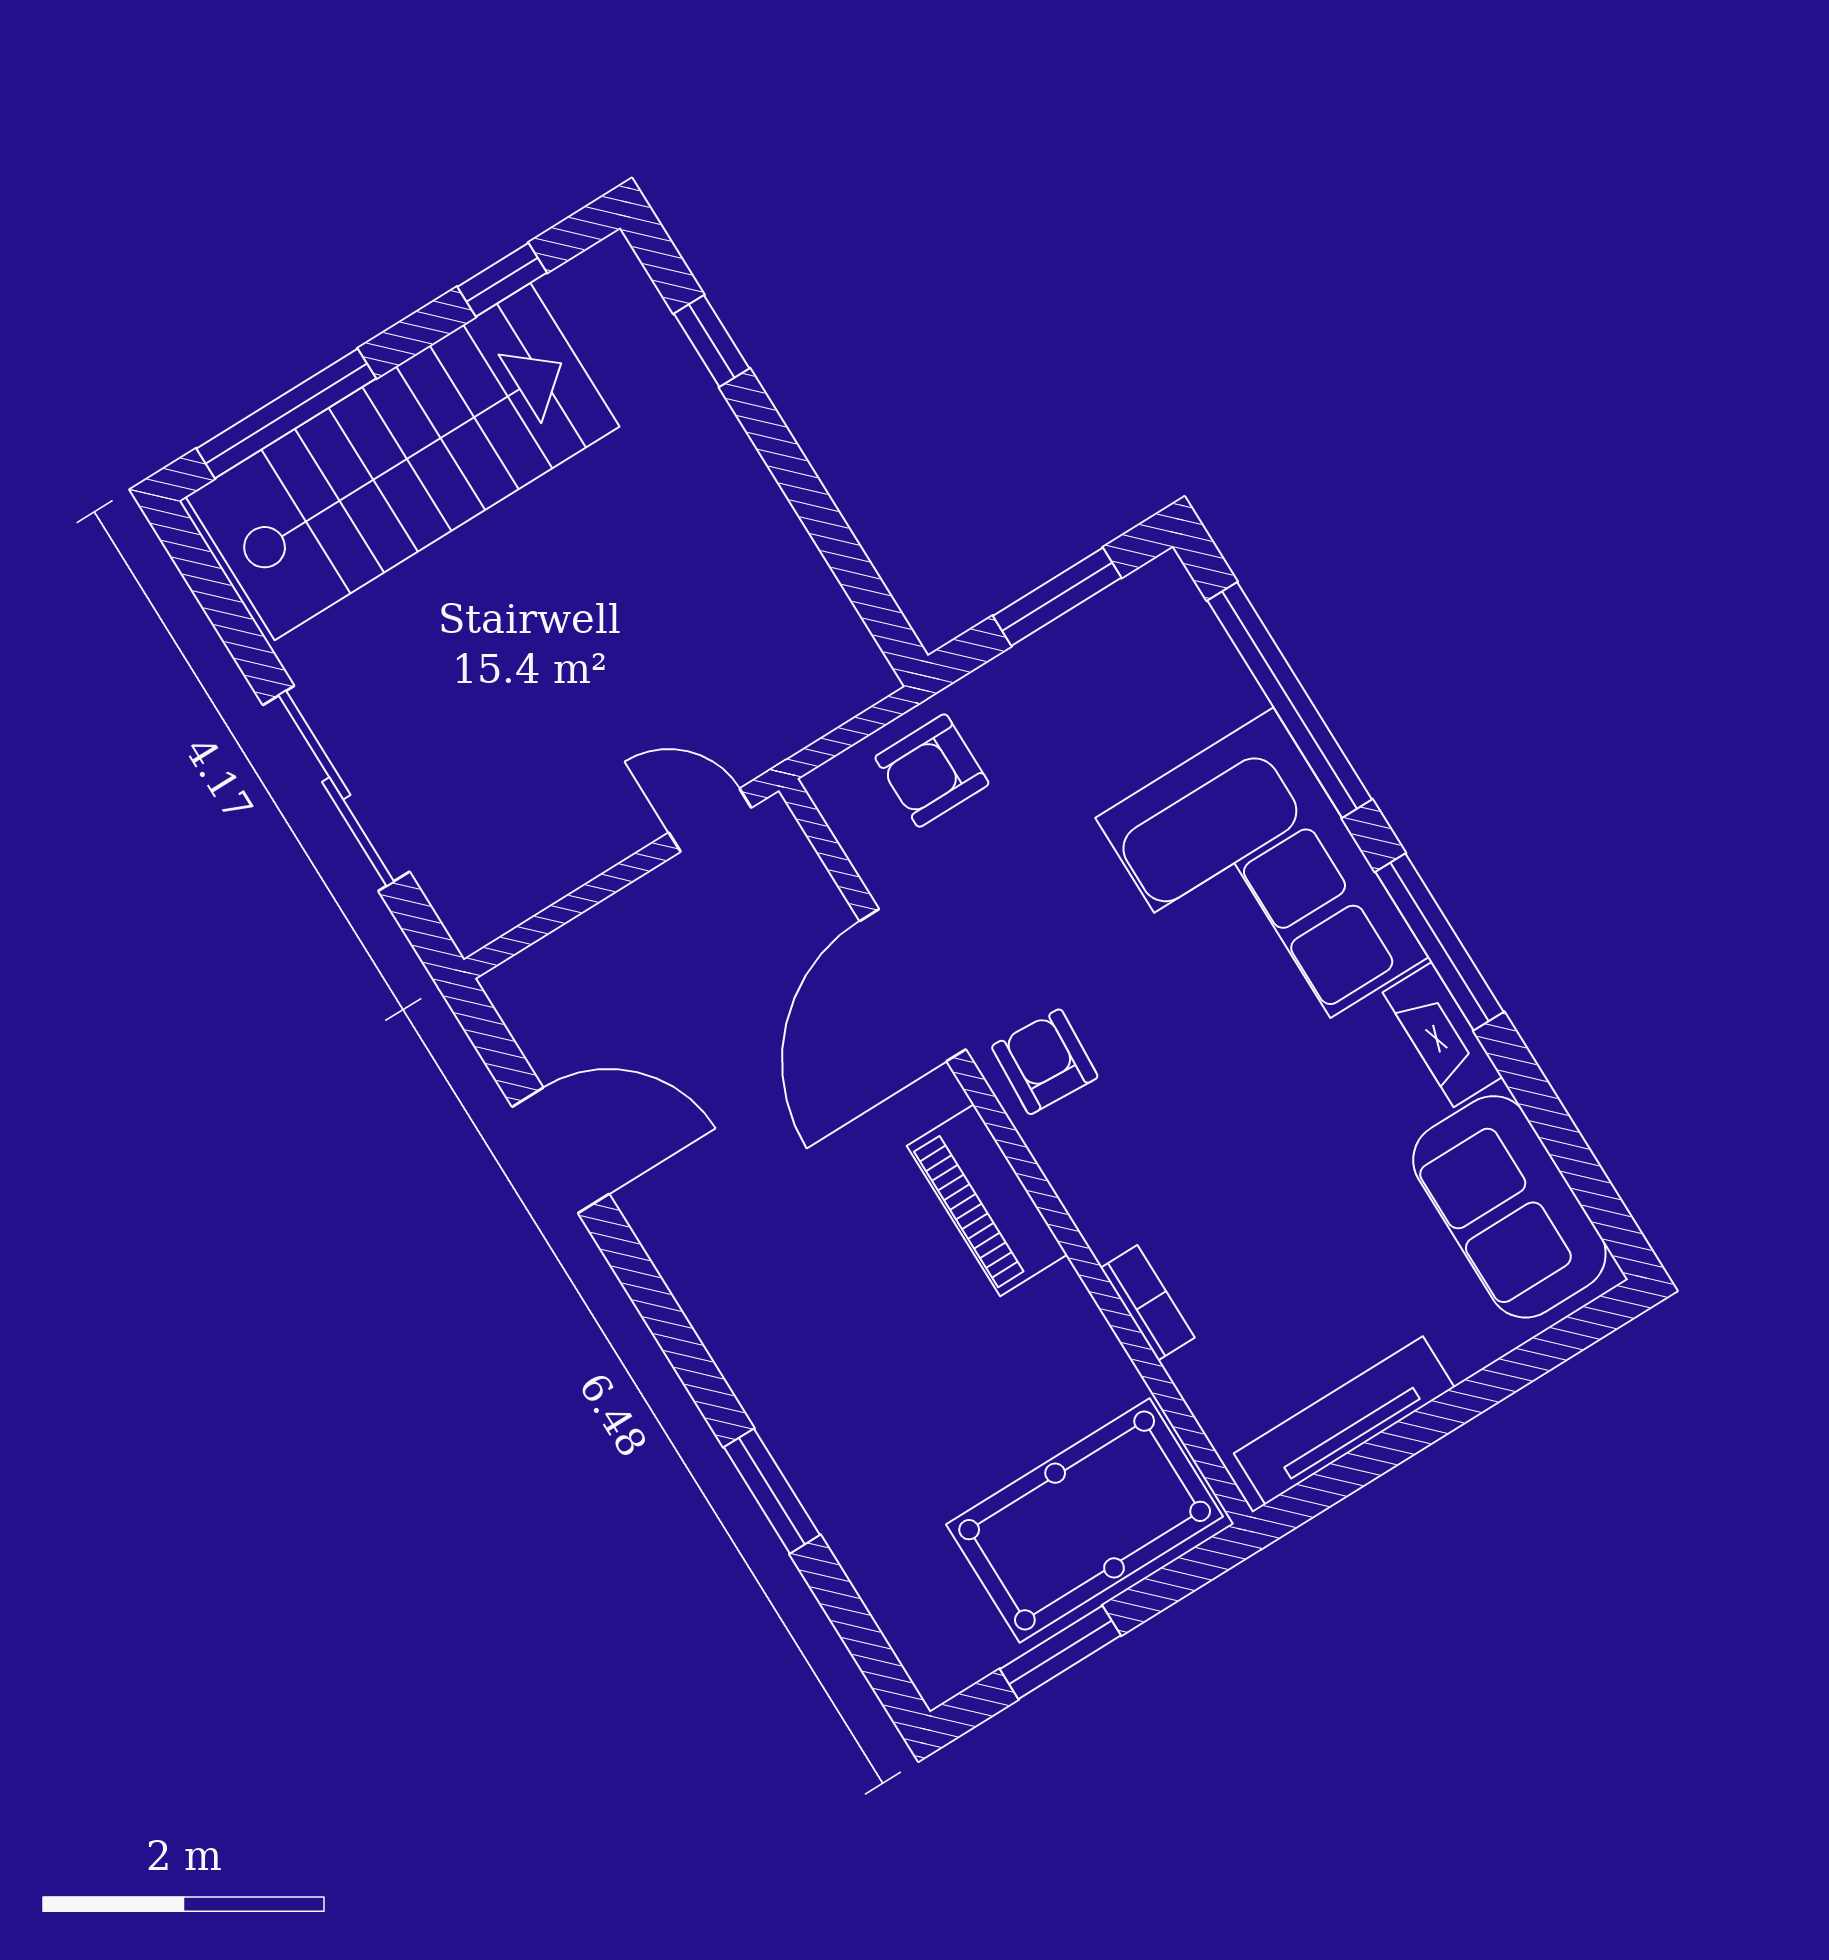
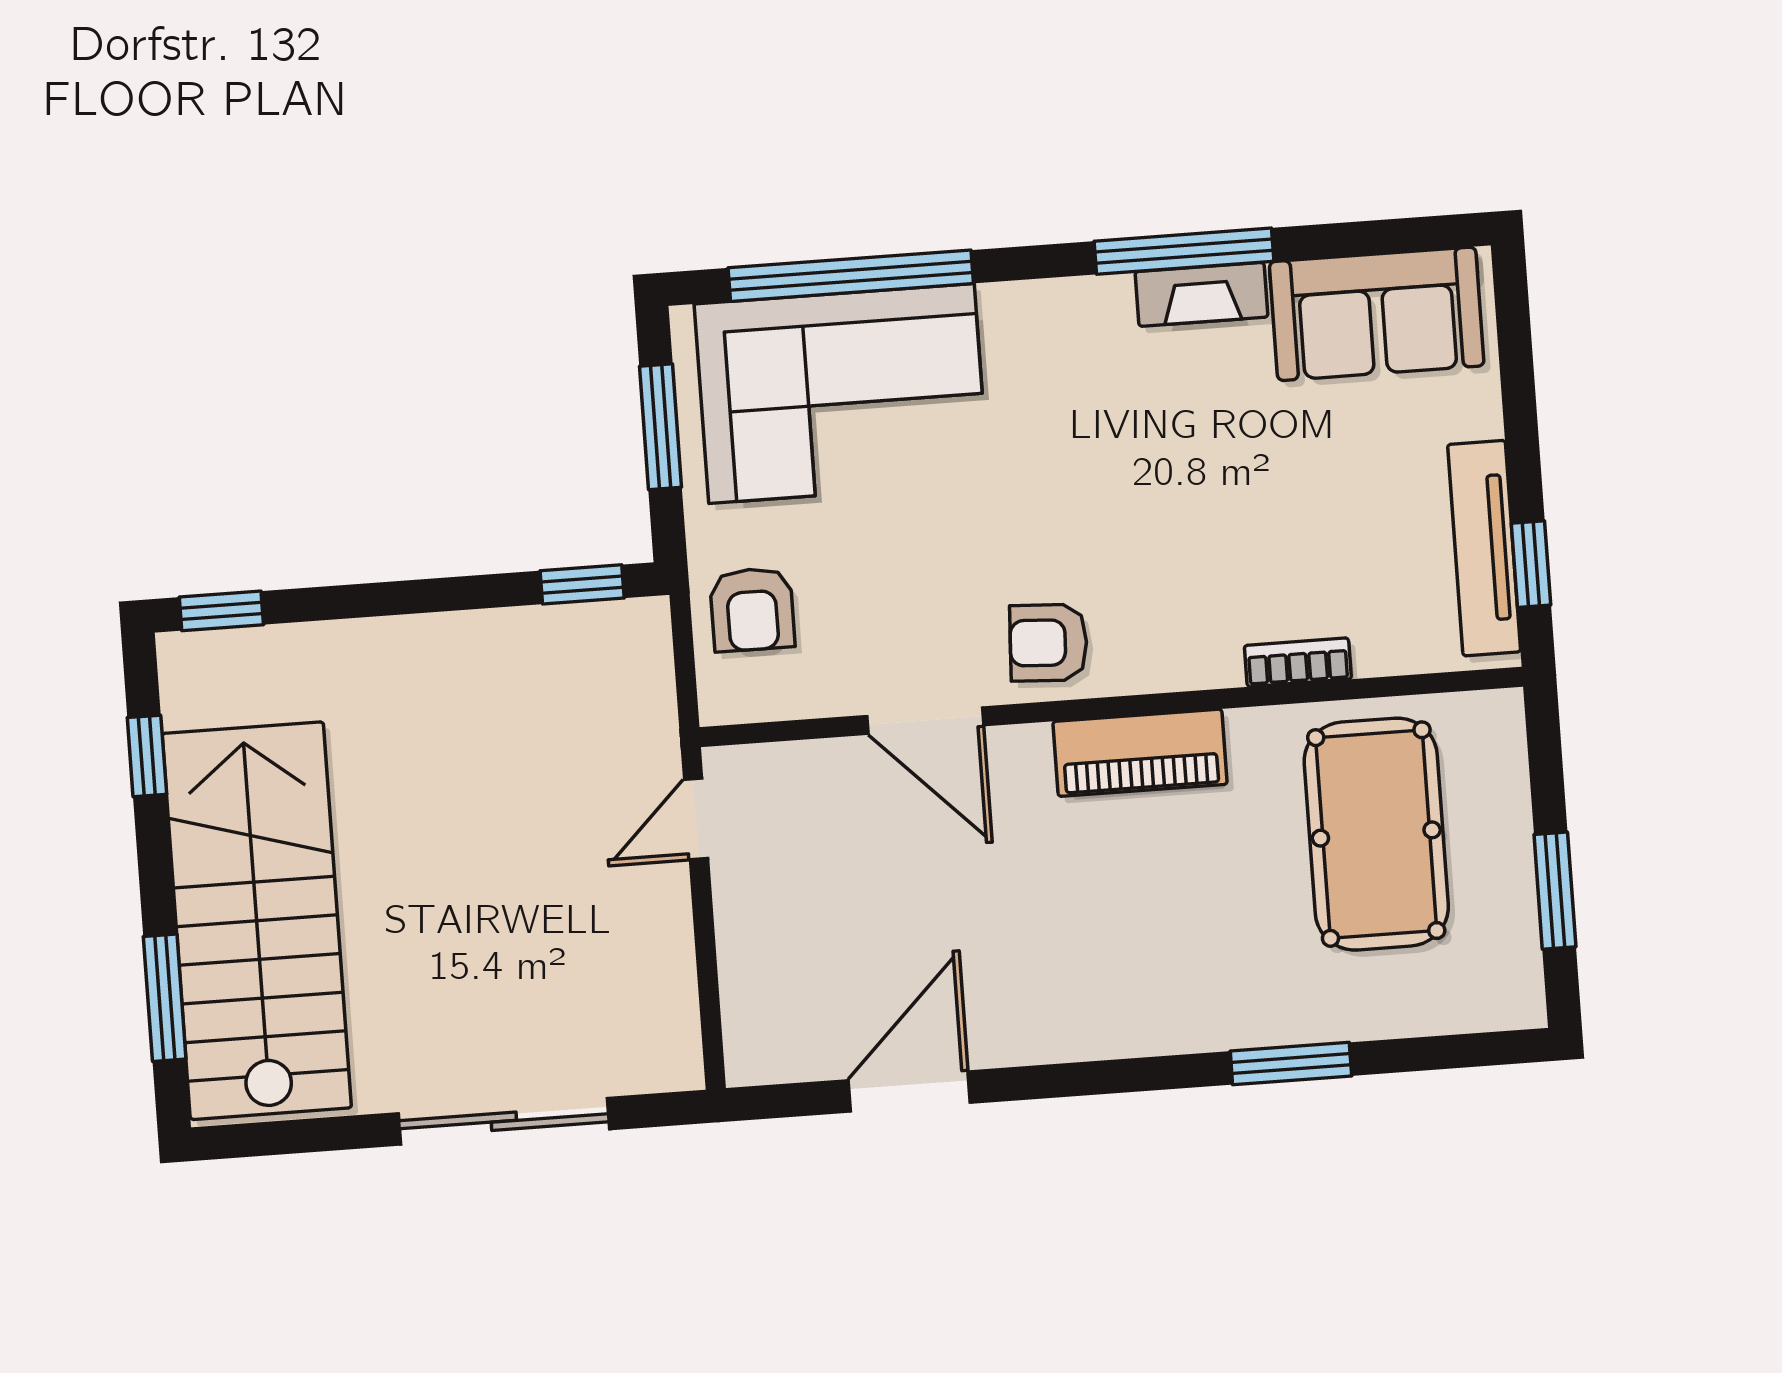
window: (712, 341) -> (221, 611), moved
window: (286, 414) -> (165, 998), width x0.69
window: (873, 601) -> (582, 584), added
corner sofa: (1262, 888) -> (841, 394), moved
window: (1439, 942) -> (1184, 251), moved
door: (913, 985) -> (925, 721), width x0.73
window: (1352, 1472) -> (1531, 564), added
pool table: (1085, 1520) -> (1376, 834), moved

